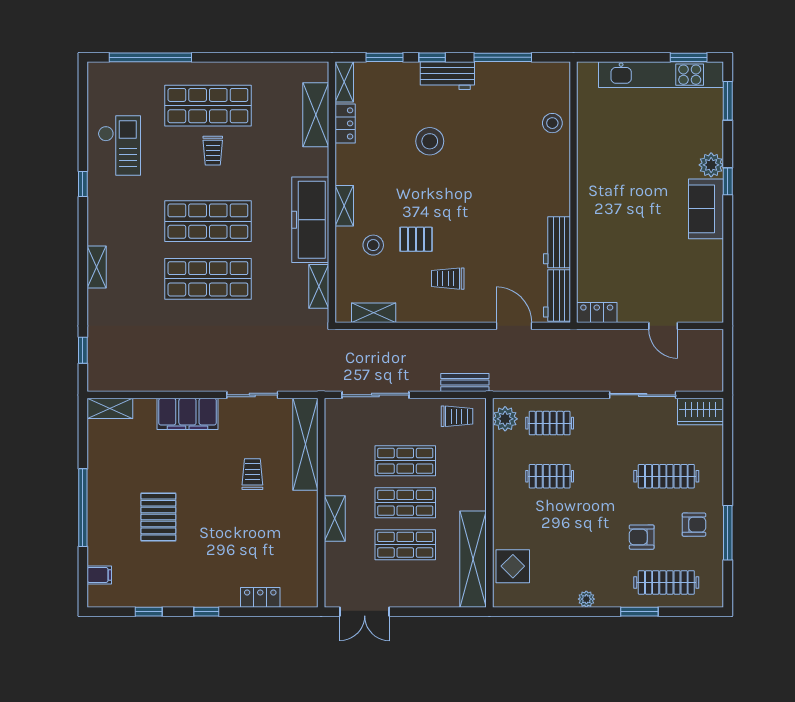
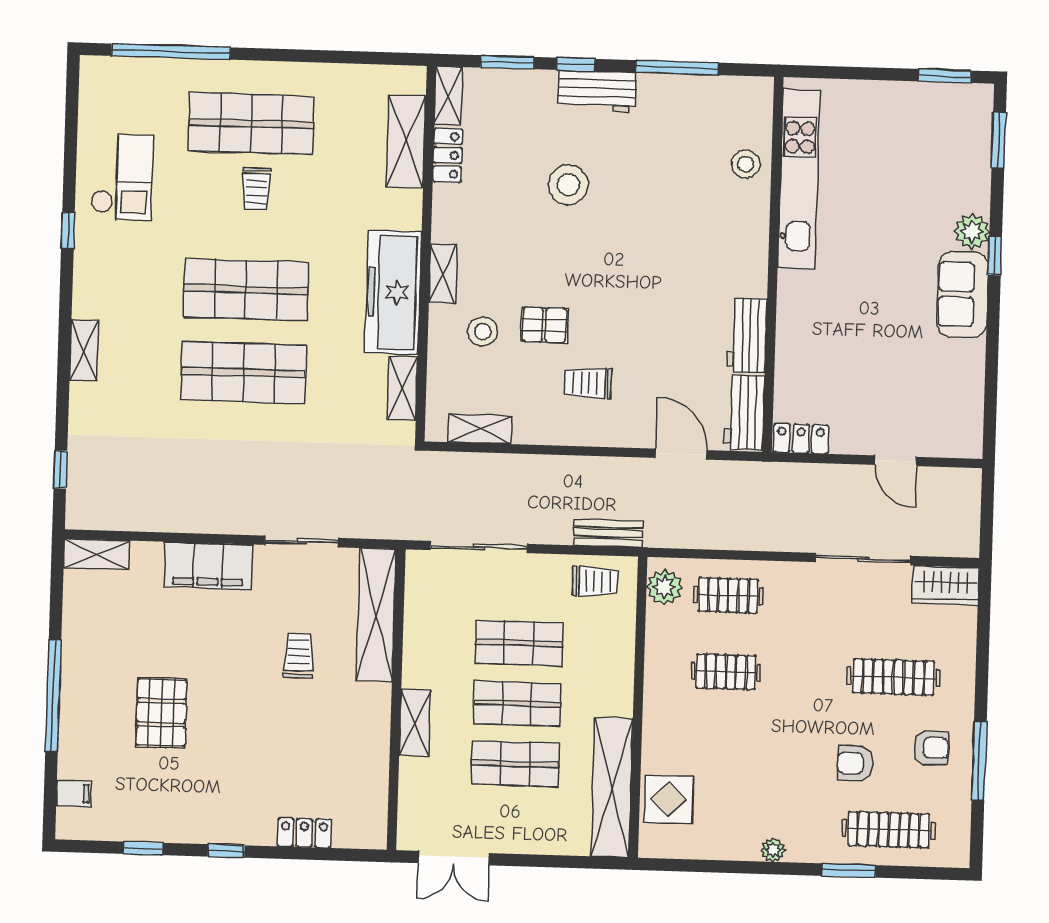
kitchen unit: (661, 75) -> (799, 179), moved, turned -90

